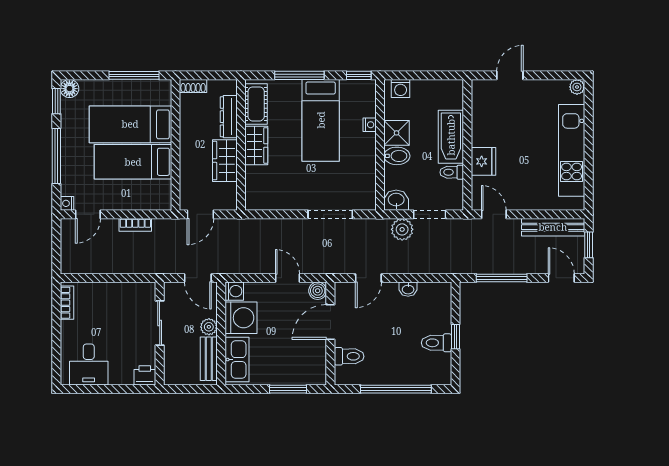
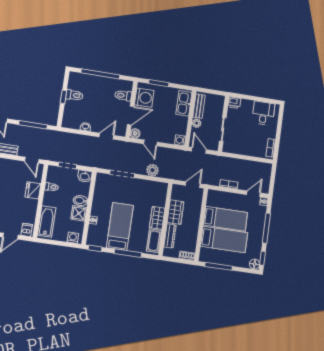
dishwasher: (484, 90) -> (27, 230), added
bathtub: (451, 137) -> (47, 222), moved
plant: (402, 229) -> (152, 170), moved
washing machine: (241, 318) -> (144, 98), moved, turned 180

